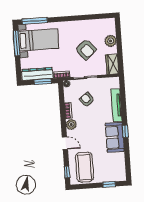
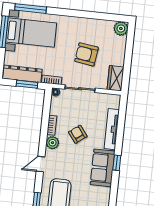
plant: (111, 41) -> (121, 28), moved
armchair: (86, 49) -> (86, 54), turned 139
armchair: (87, 100) -> (78, 134), moved
door: (65, 143) -> (41, 164), swing flipped

